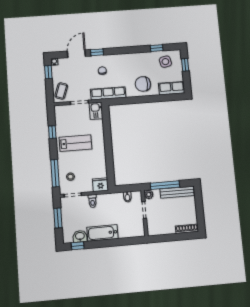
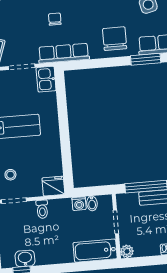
chair: (143, 84) -> (115, 39), turned 90
window: (164, 98) -> (146, 59), added
plant: (149, 194) -> (127, 251), moved
washing machine: (118, 197) -> (79, 204), added
bathtub: (103, 233) -> (95, 251), moved

